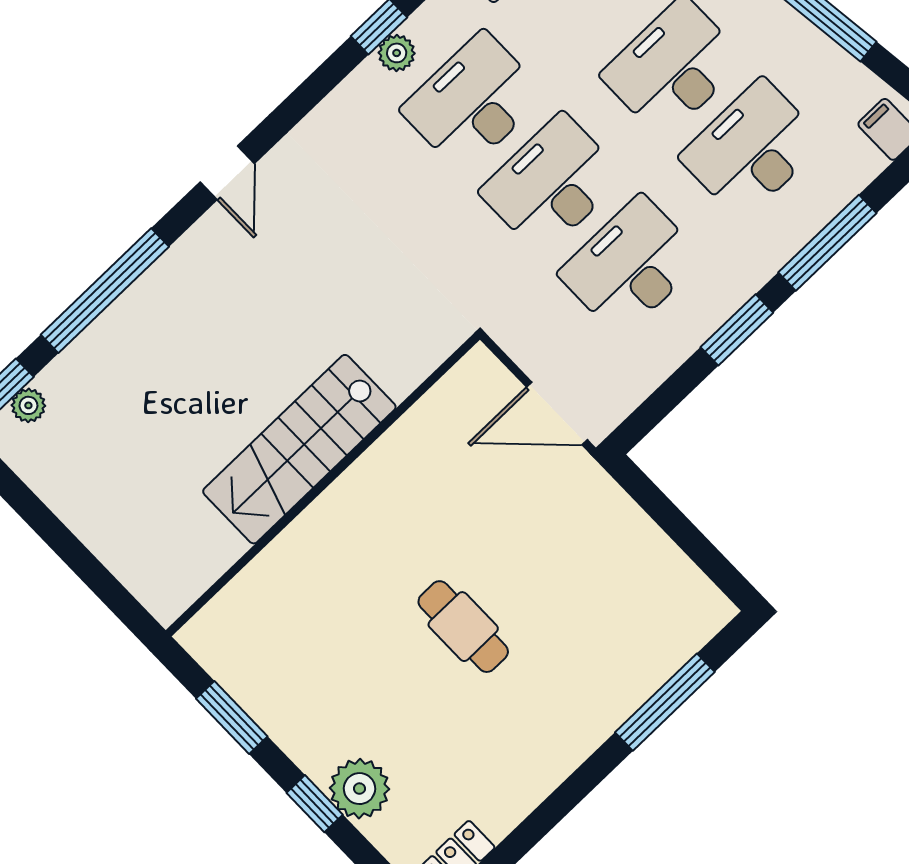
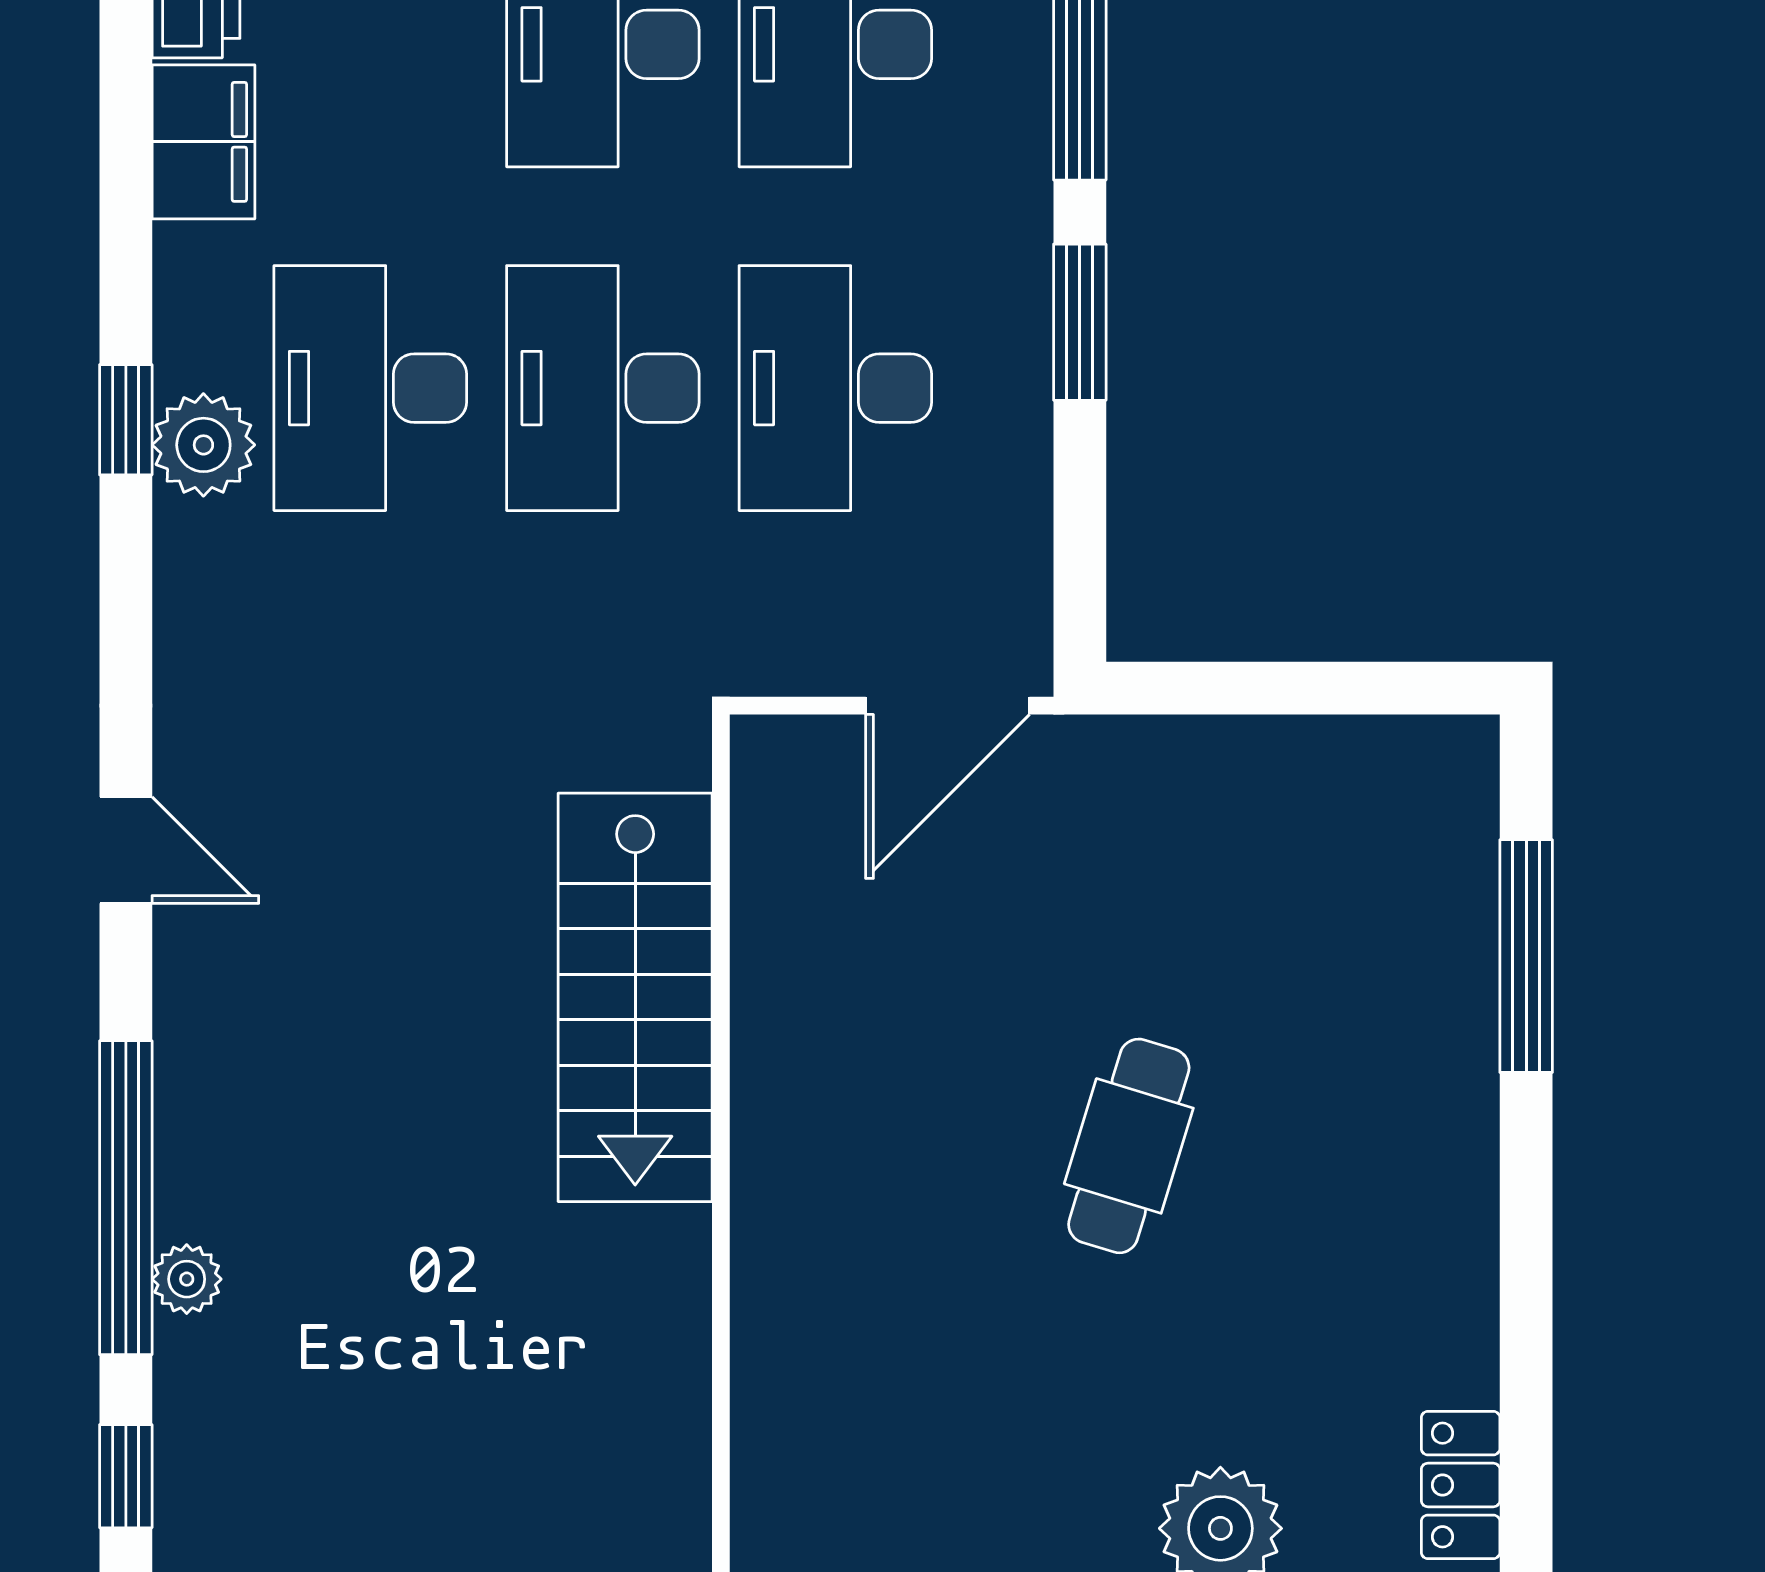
plant: (397, 53) -> (203, 445), width x1.38, depth x1.38
plant: (28, 405) -> (187, 1279), moved
stairs: (299, 449) -> (635, 997), moved
cafe table: (463, 627) -> (1129, 1146), turned -73

